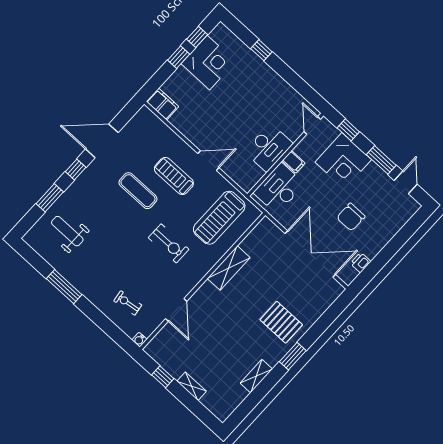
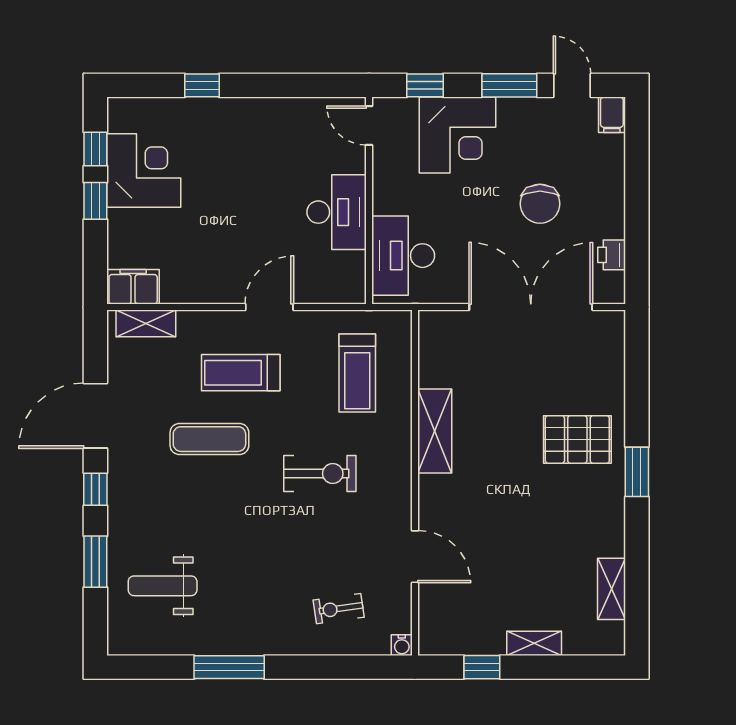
shelving: (154, 123) -> (146, 323), added
filing cabinet: (294, 162) -> (612, 115), moved, turned 90
treadmill: (219, 218) -> (357, 373), width x0.73, depth x0.73
shelving: (256, 376) -> (611, 589), moved

